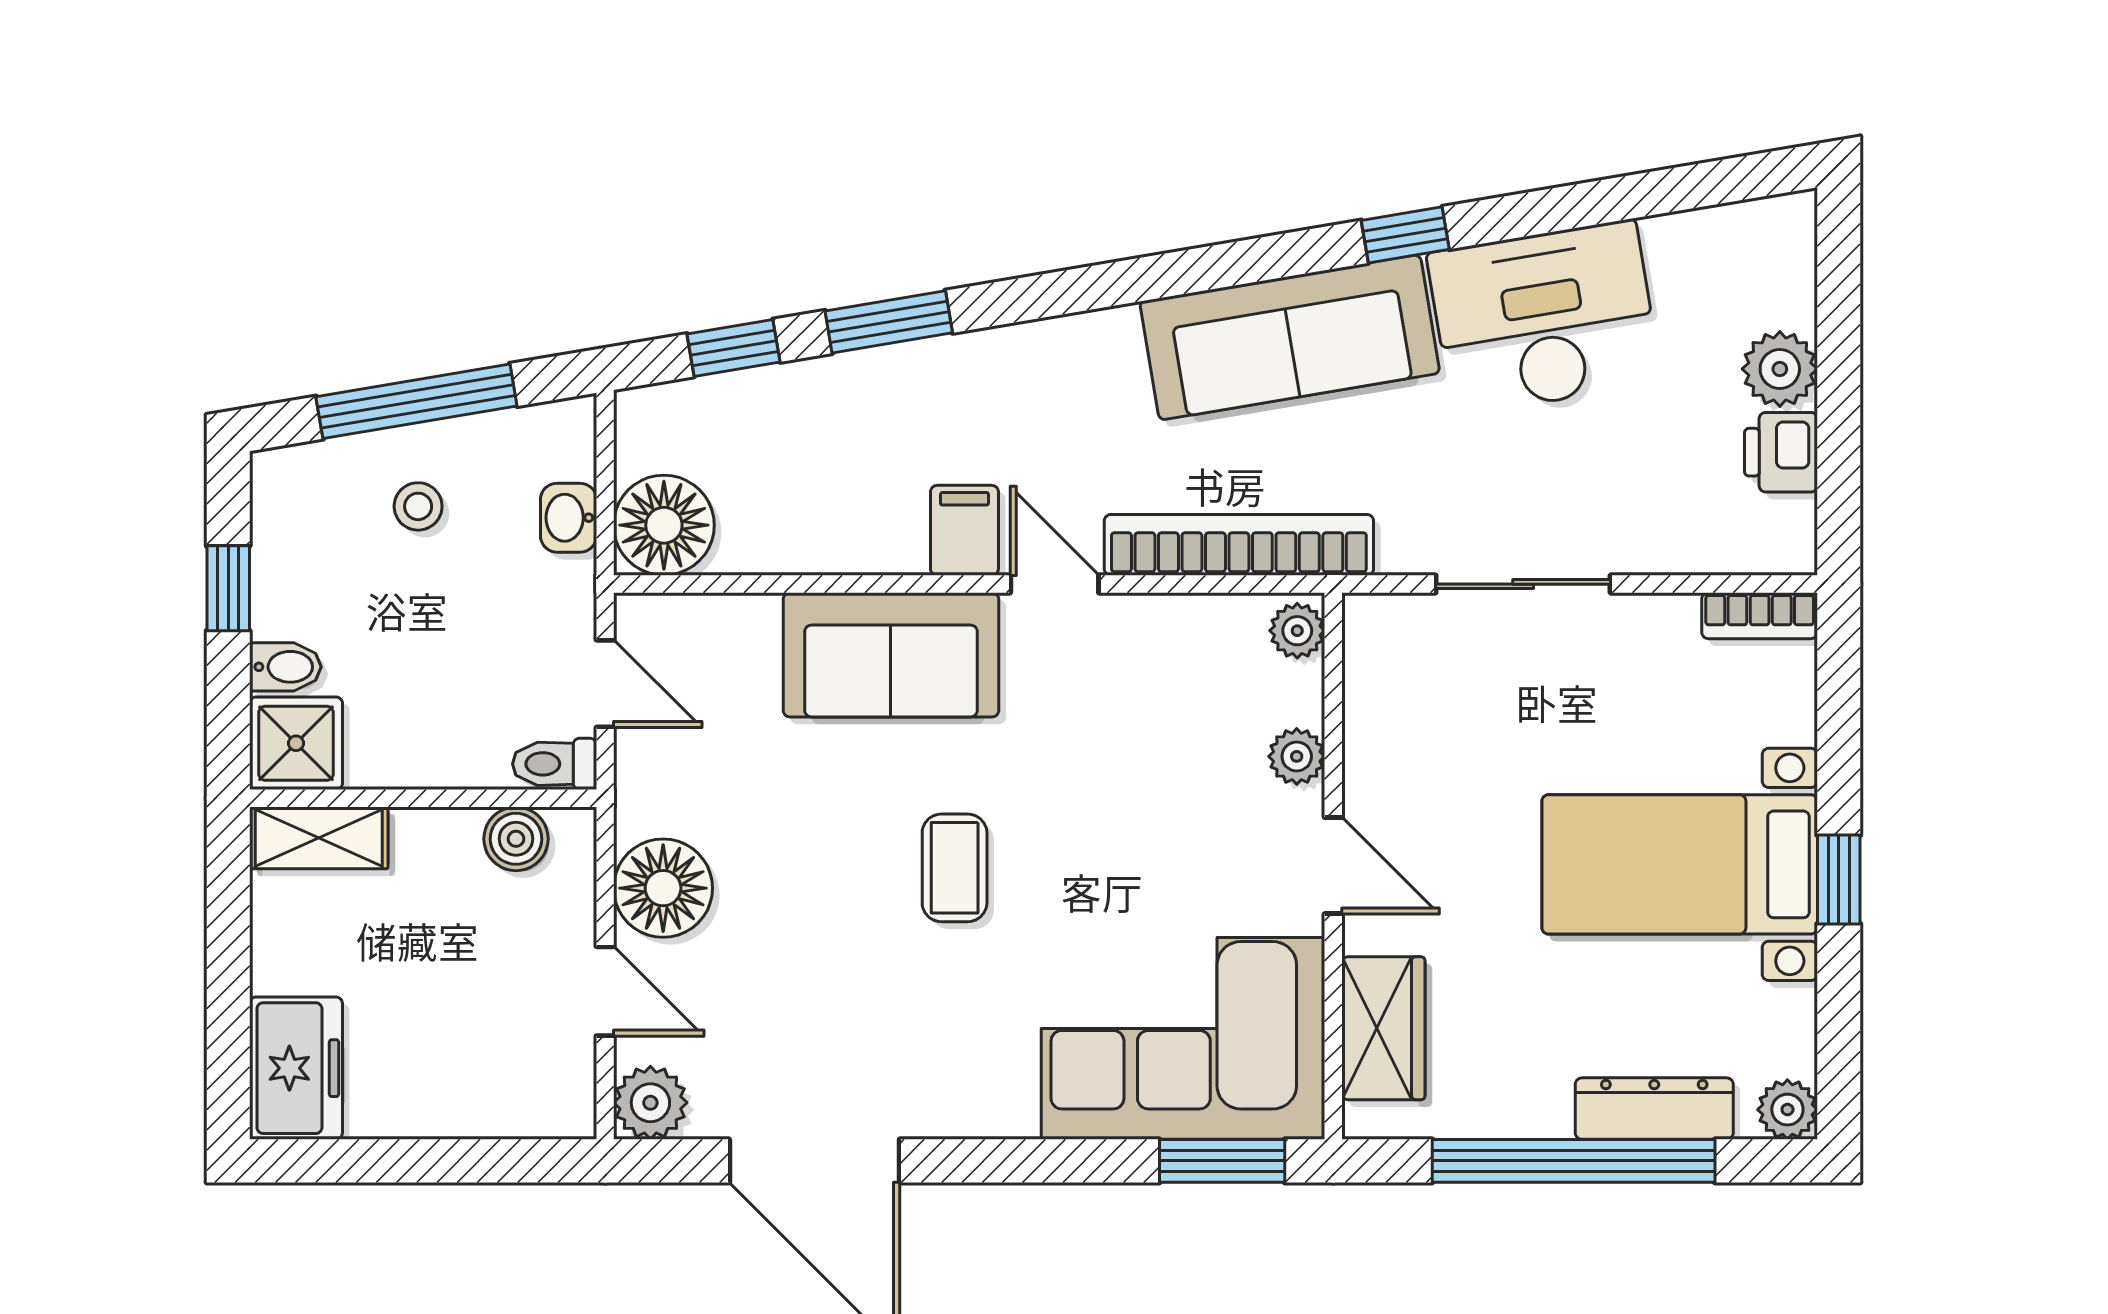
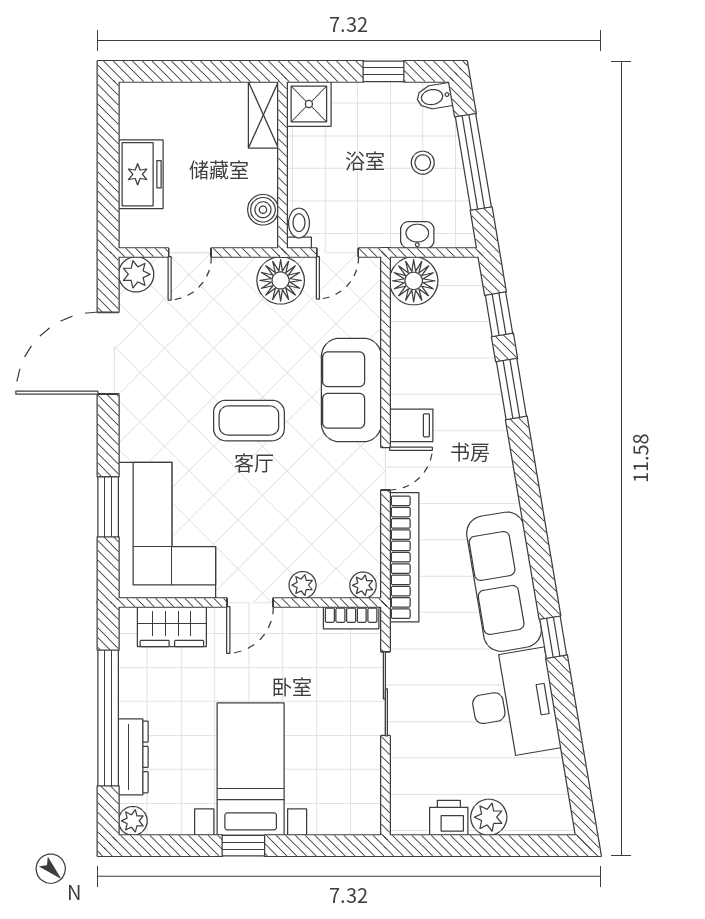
bookcase: (1760, 616) -> (351, 618), moved, turned -90
bidet: (285, 667) -> (434, 97), moved, turned 80
coffee table: (955, 868) -> (249, 421), width x1.36, depth x1.30
floor lamp: (663, 888) -> (281, 280), moved
freezer: (296, 1068) -> (141, 174), moved, turned -90
window: (1222, 1161) -> (108, 507), moved

